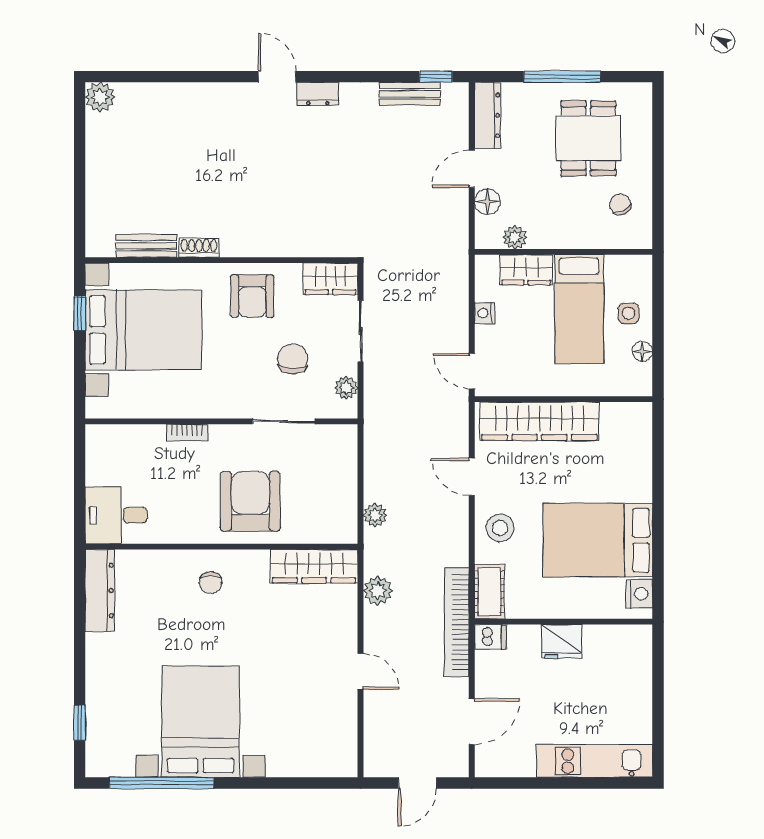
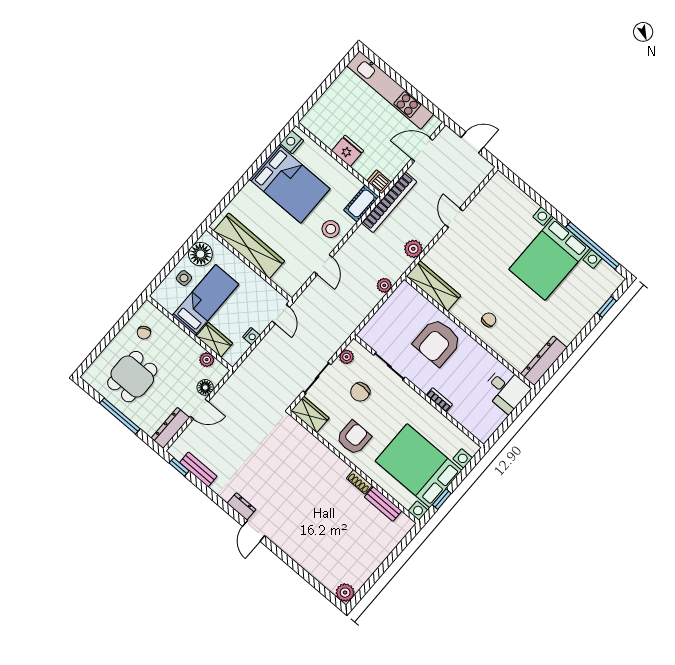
floor lamp: (642, 351) -> (200, 254), width x1.89, depth x1.89
wardrobe: (539, 421) -> (249, 246), moved
kitchen unit: (594, 761) -> (390, 90), width x1.36

